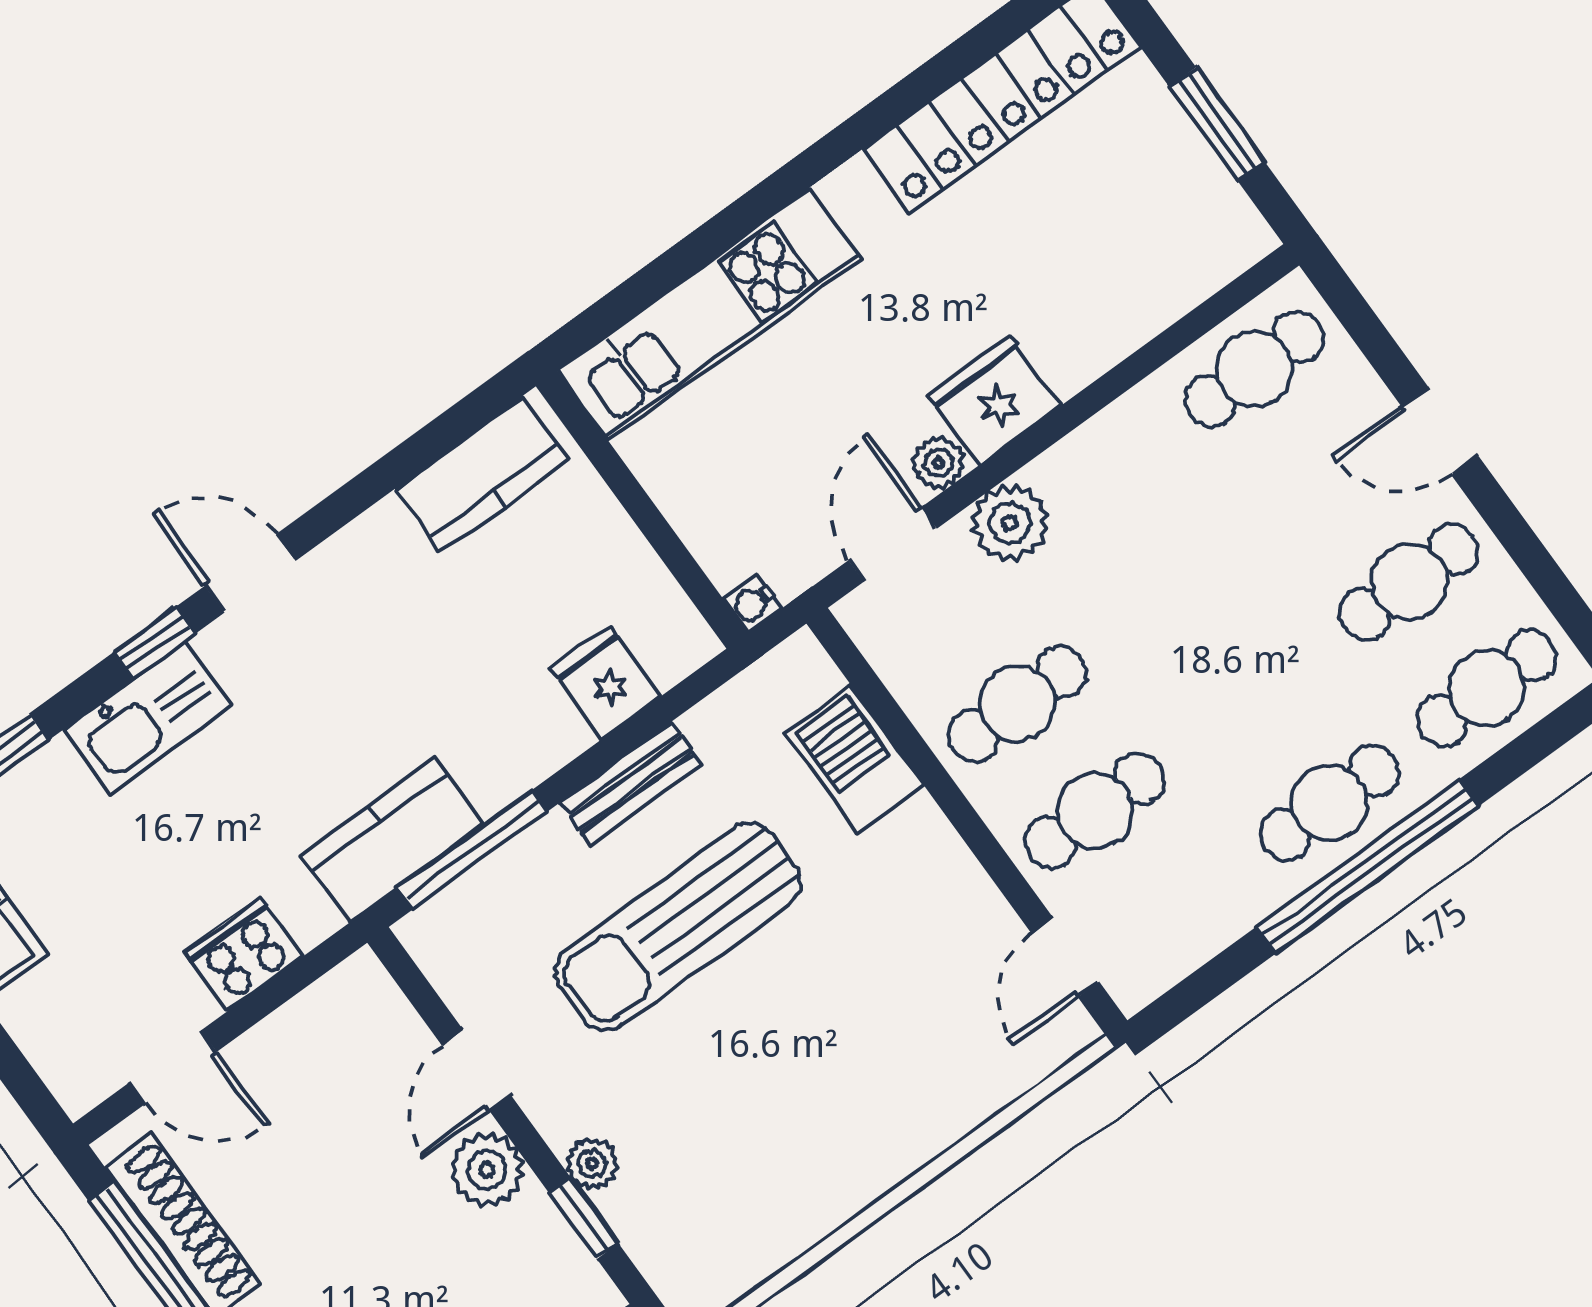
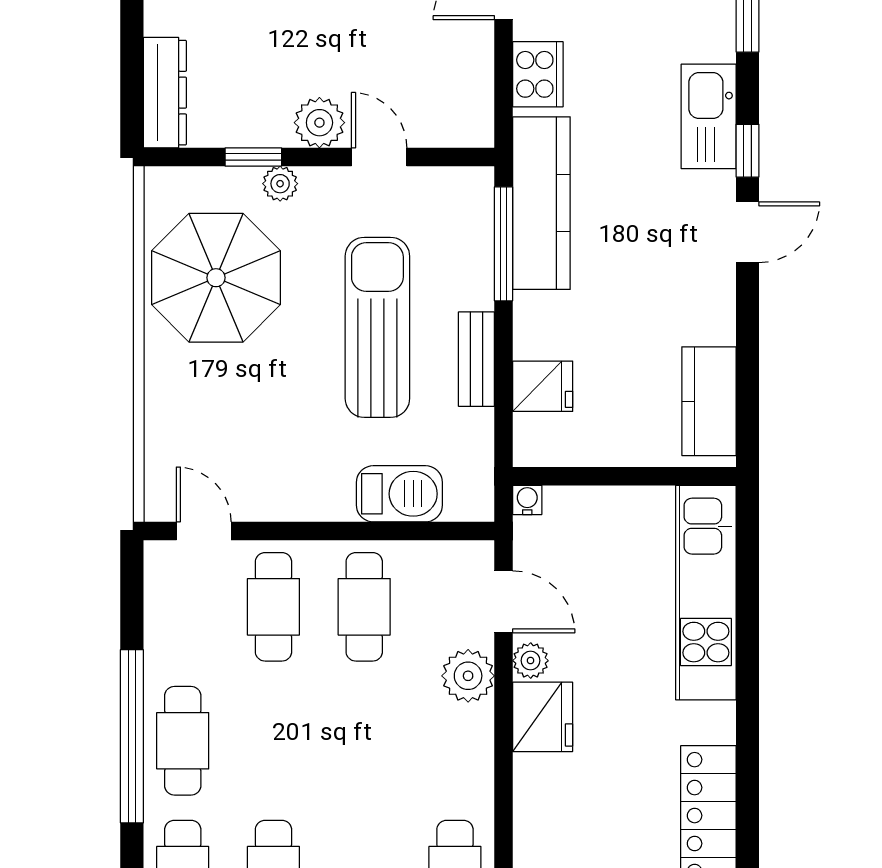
kitchen counter: (392, 840) -> (541, 203), width x1.50
parasol: (757, 1159) -> (216, 278), added

